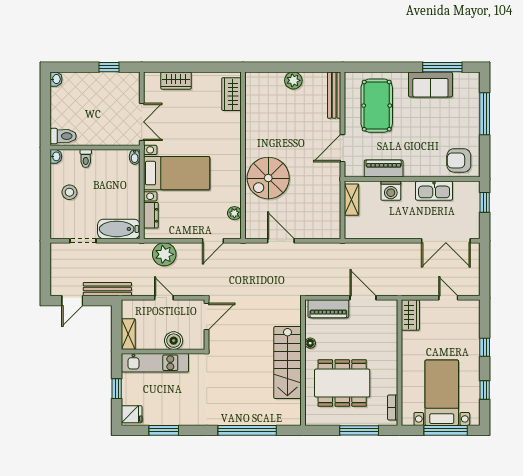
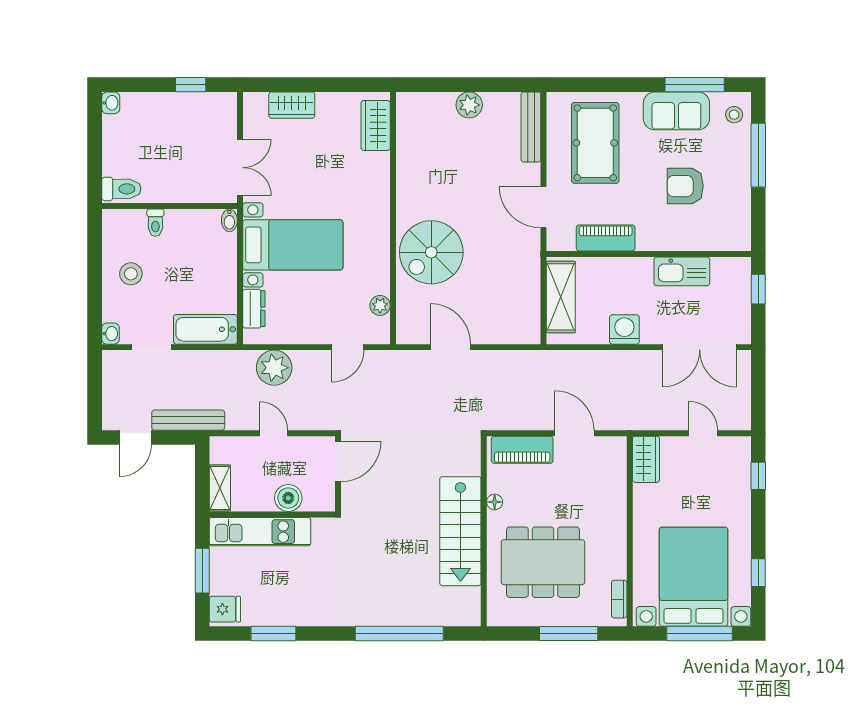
stool: (469, 87) -> (734, 115), added
door: (343, 148) -> (544, 207), hinge flipped
washbasin: (56, 156) -> (110, 334), moved
armchair: (459, 160) -> (685, 186), moved
washing machine: (391, 191) -> (624, 329), moved, turned 180
shelving: (352, 200) -> (561, 297), width x1.50, depth x1.33
window: (485, 347) -> (758, 476), moved
window: (117, 389) -> (202, 571), width x1.50
bed with nightstands: (442, 393) -> (694, 577), width x1.36

